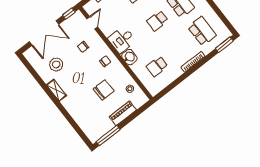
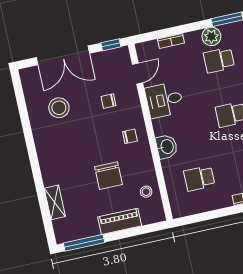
desk: (122, 40) -> (164, 100), moved
shelving: (56, 90) -> (55, 202), moved
chair: (104, 90) -> (108, 176), turned 90

